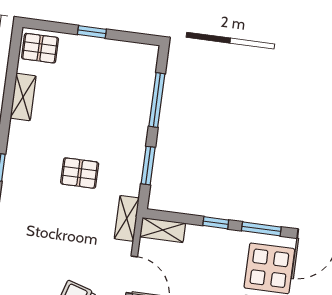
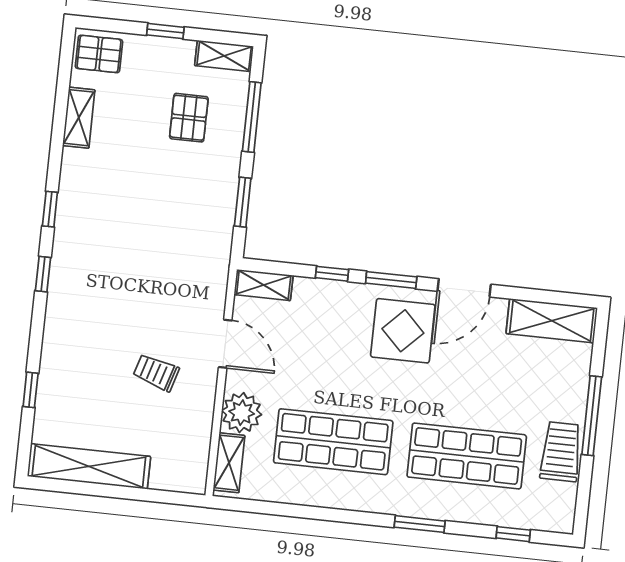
pallet: (80, 173) -> (189, 118), moved, turned 90
shelving: (127, 218) -> (224, 56), moved, turned 90

